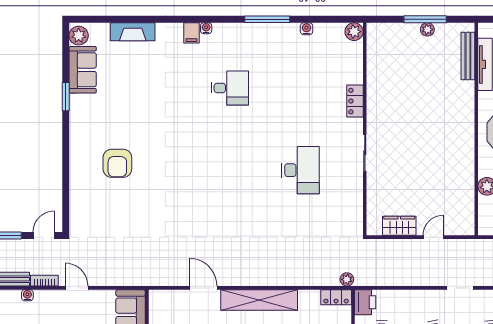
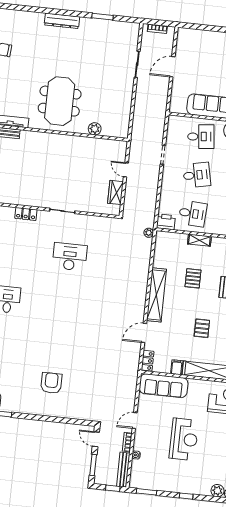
armchair: (117, 163) -> (51, 383), turned -90
locker: (336, 297) -> (147, 361), moved

